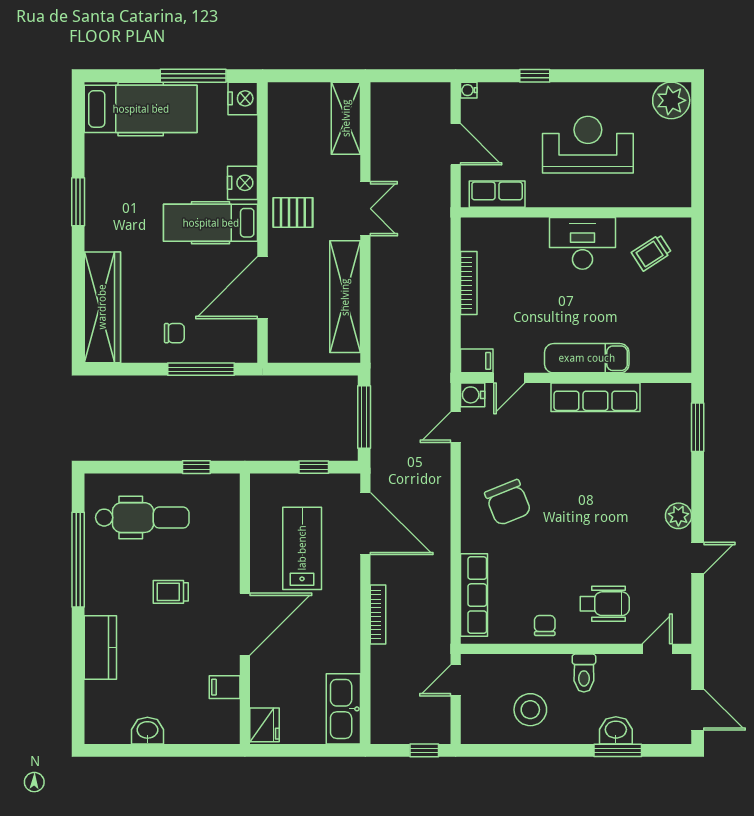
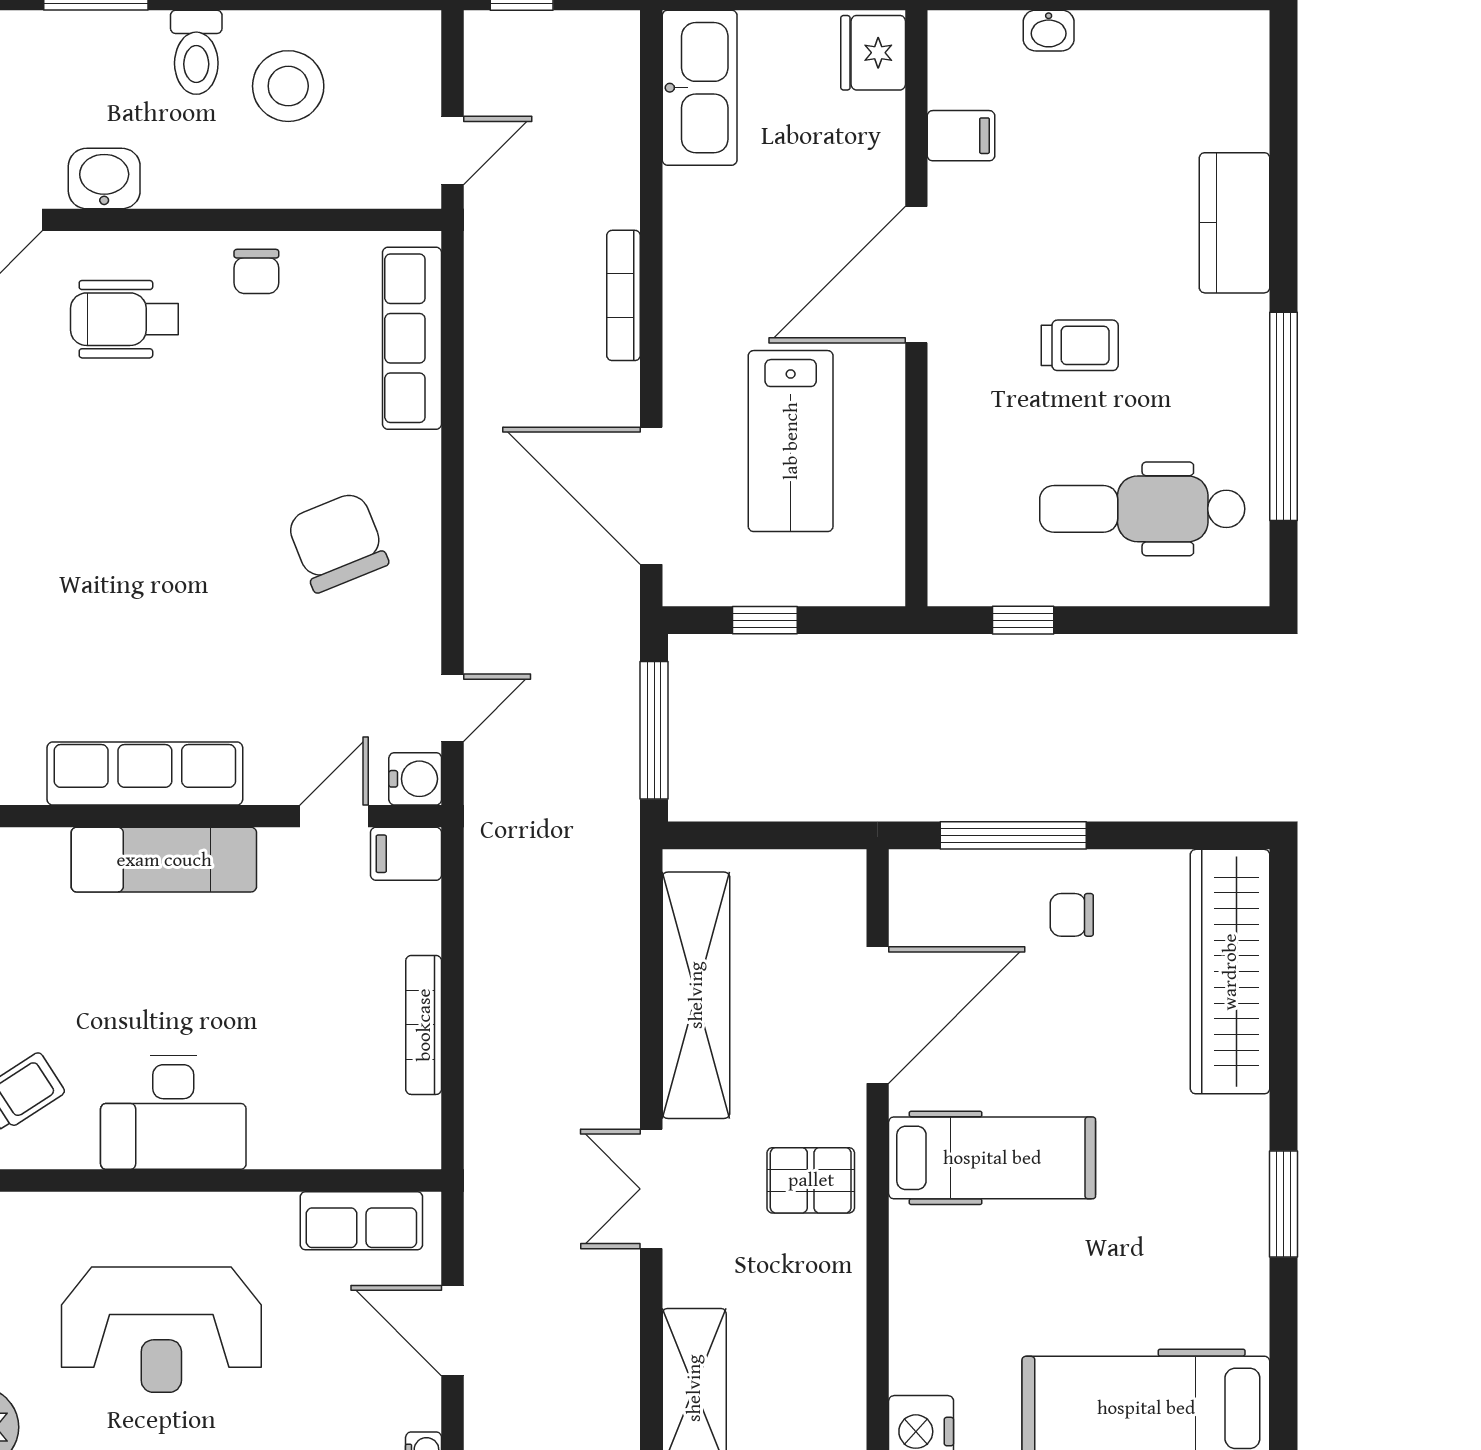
nightstand: (243, 183) -> (922, 1246), removed
toilet: (584, 673) -> (196, 52), moved, turned 180
washbasin: (616, 730) -> (104, 179), moved, turned 180
washbasin: (147, 731) -> (1049, 31), moved, width x0.72, depth x0.69

